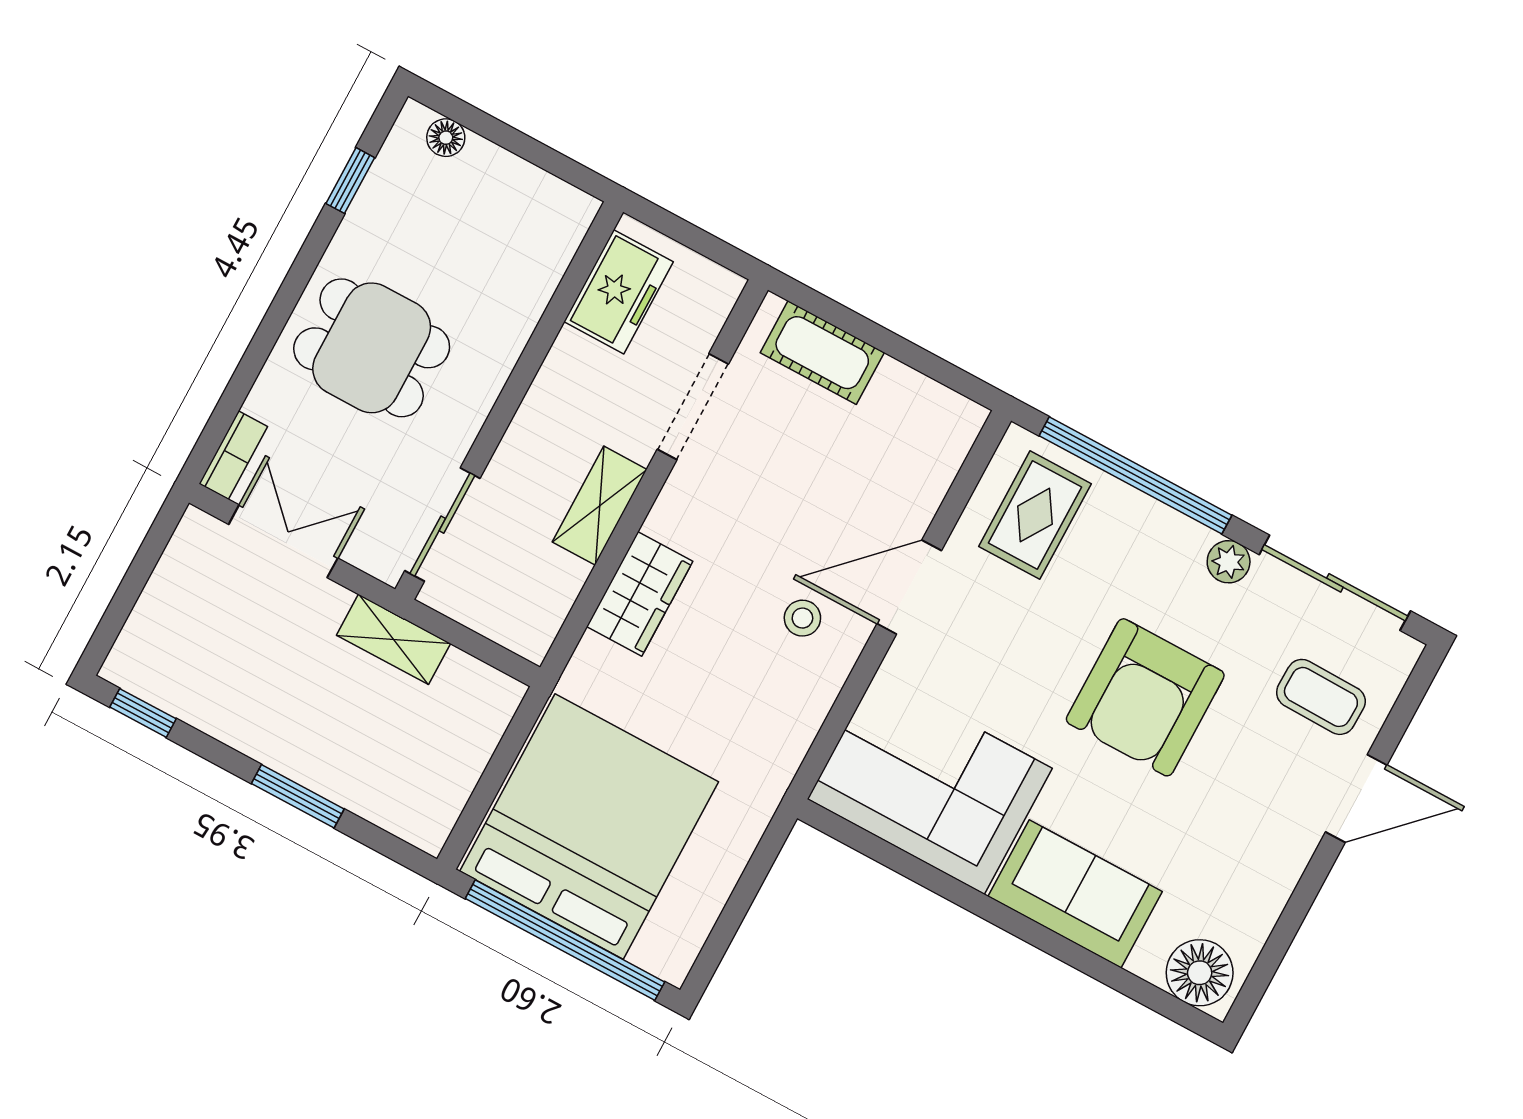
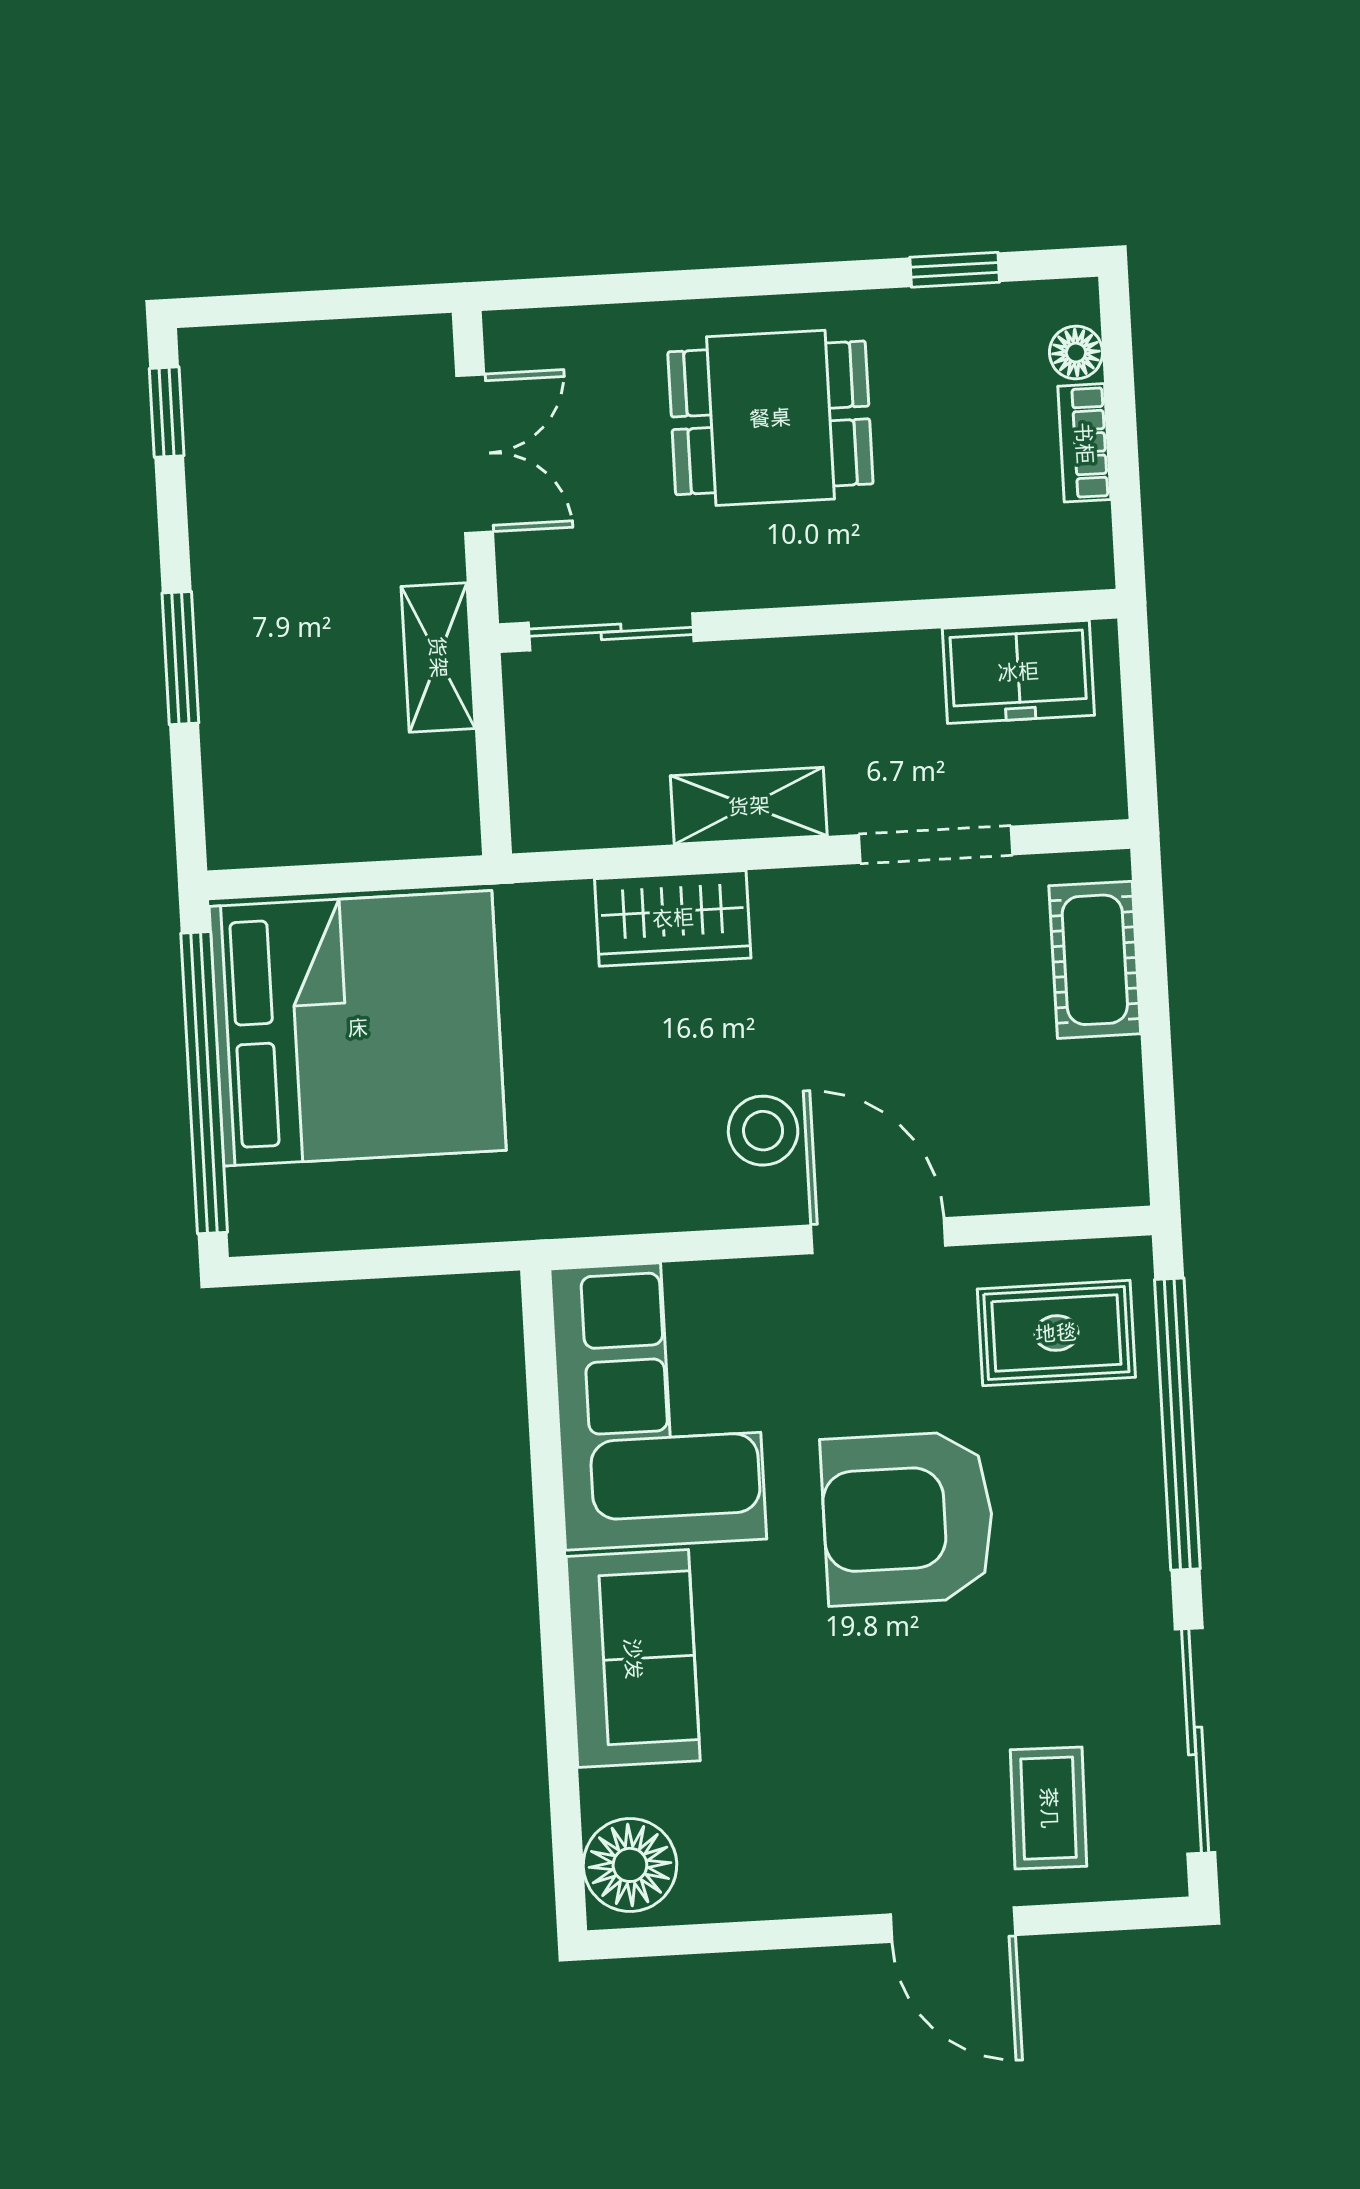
dining table: (372, 348) -> (770, 418), turned 90
bookcase: (233, 455) -> (1084, 443), moved, turned 90
plant: (1229, 562) -> (1142, 1599), removed
stool: (802, 618) -> (763, 1131), width x1.37, depth x1.37
armchair: (1145, 697) -> (908, 1518), moved

